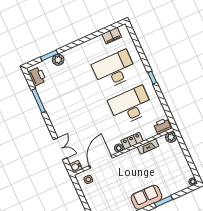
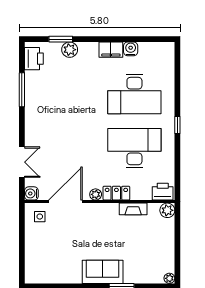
filing cabinet: (112, 36) -> (111, 50), moved
water cooler: (98, 41) -> (131, 49), added
desk: (114, 70) -> (134, 94), turned 180

